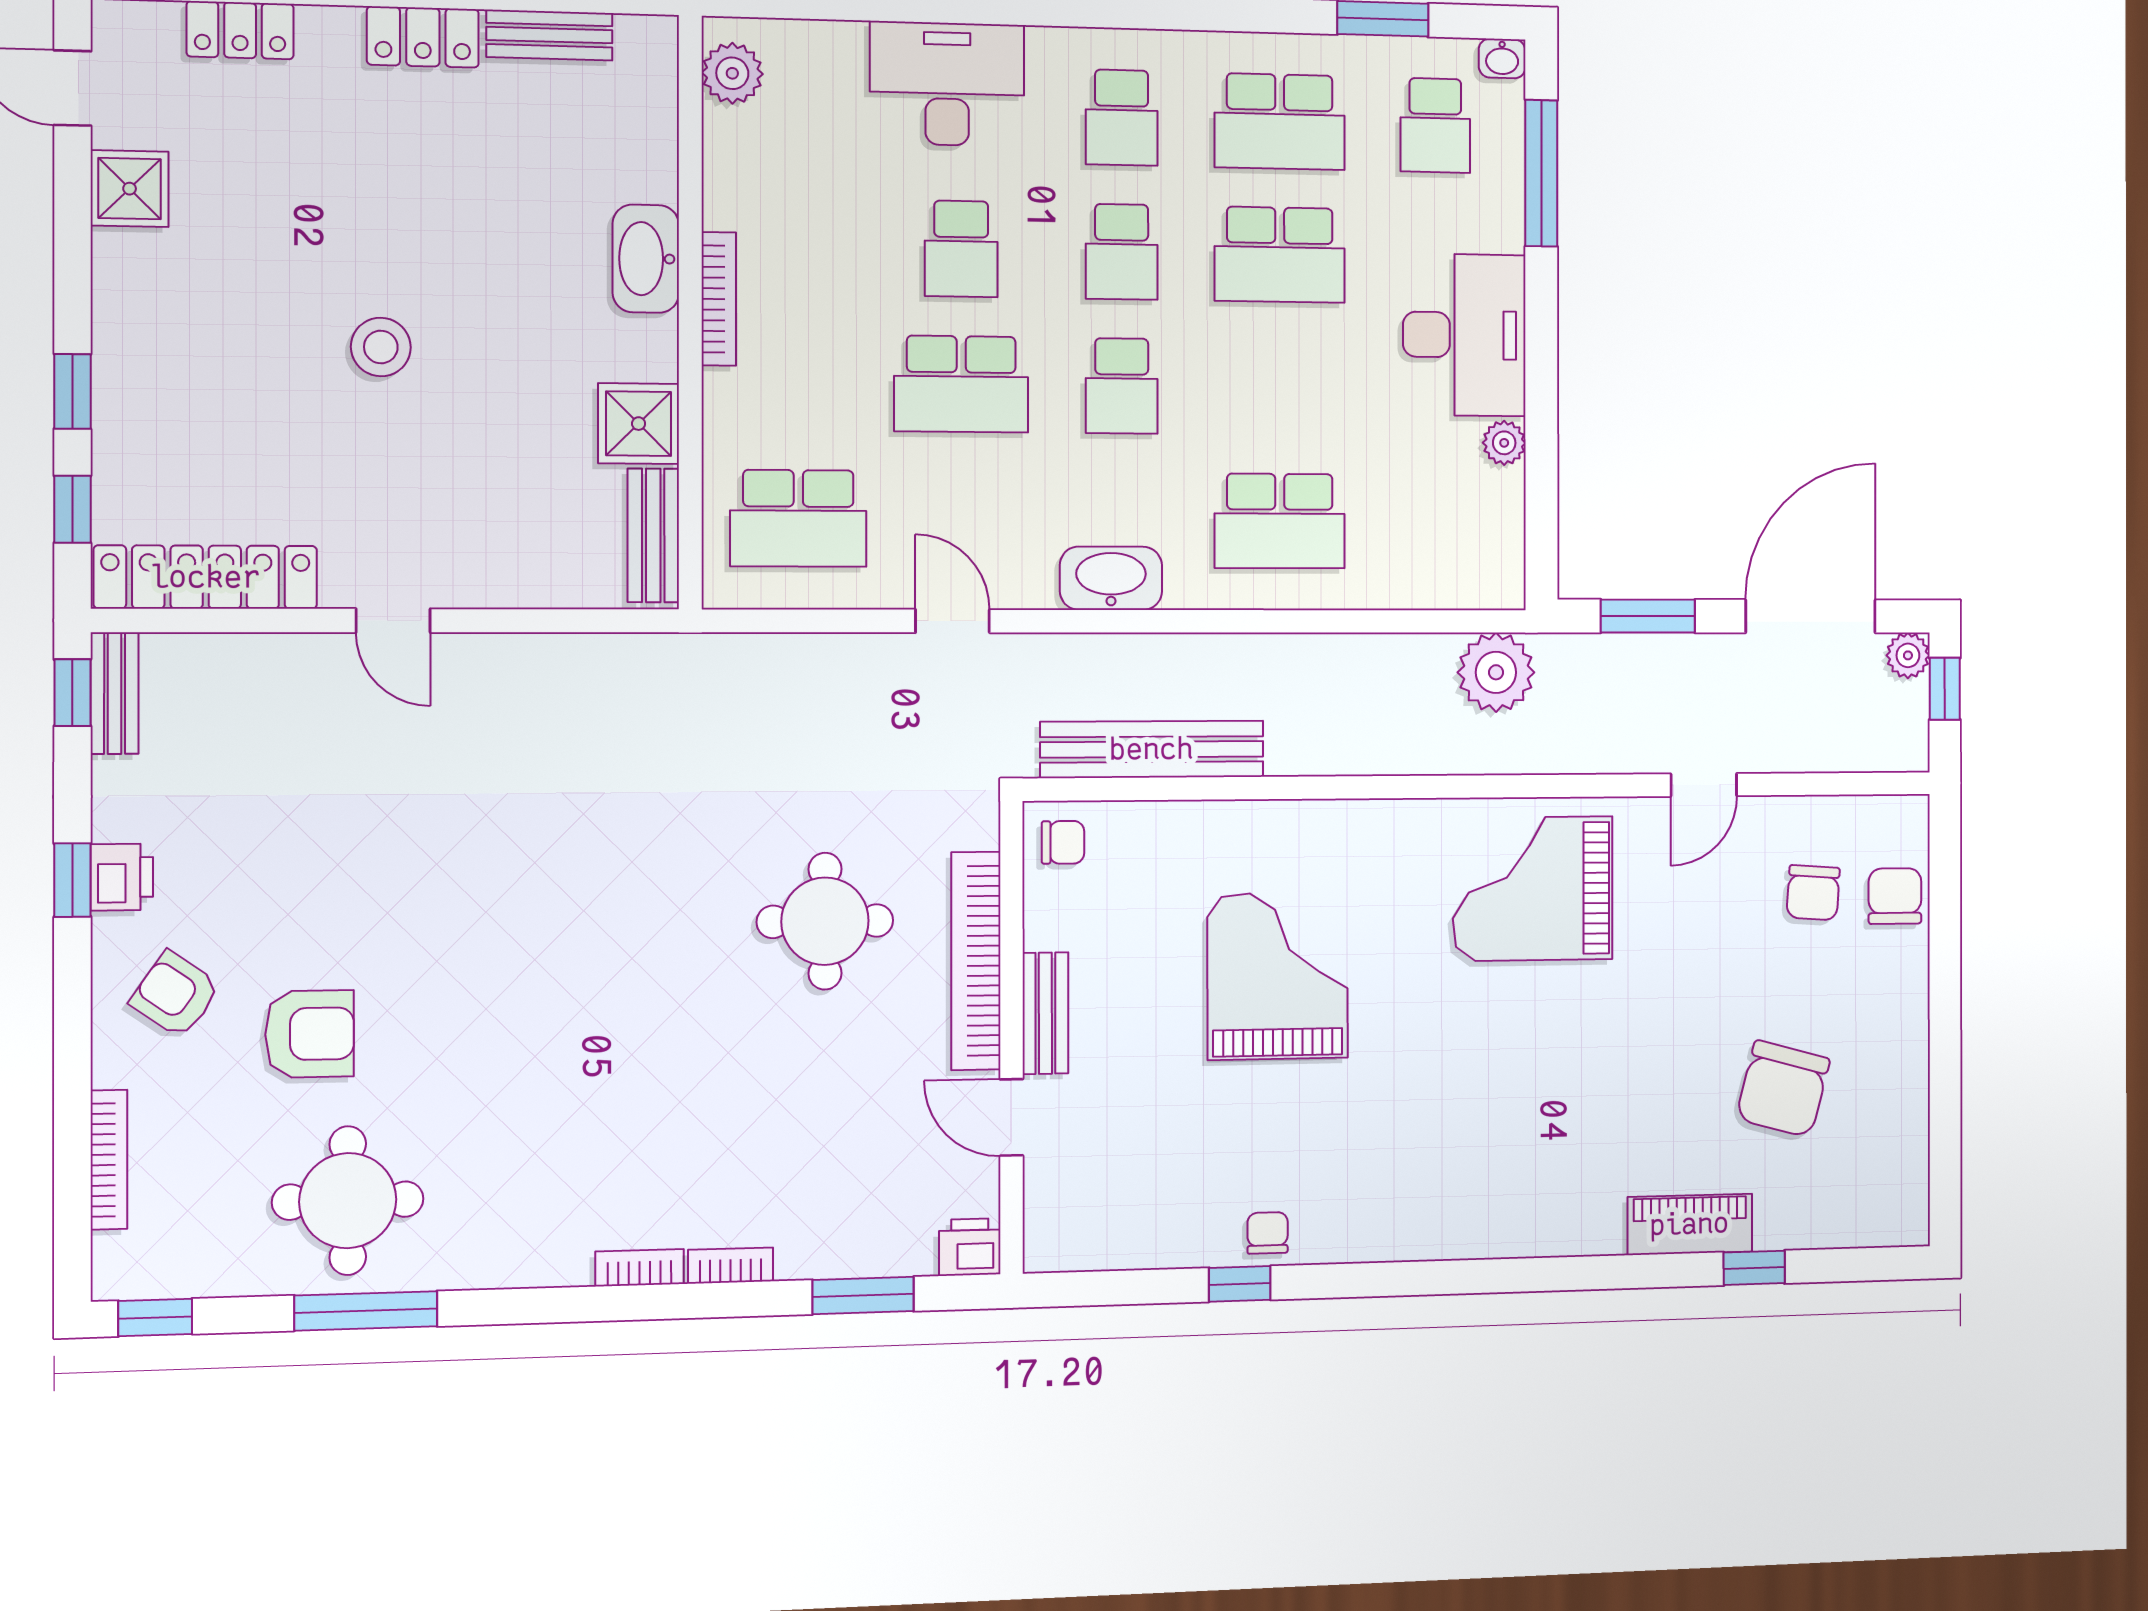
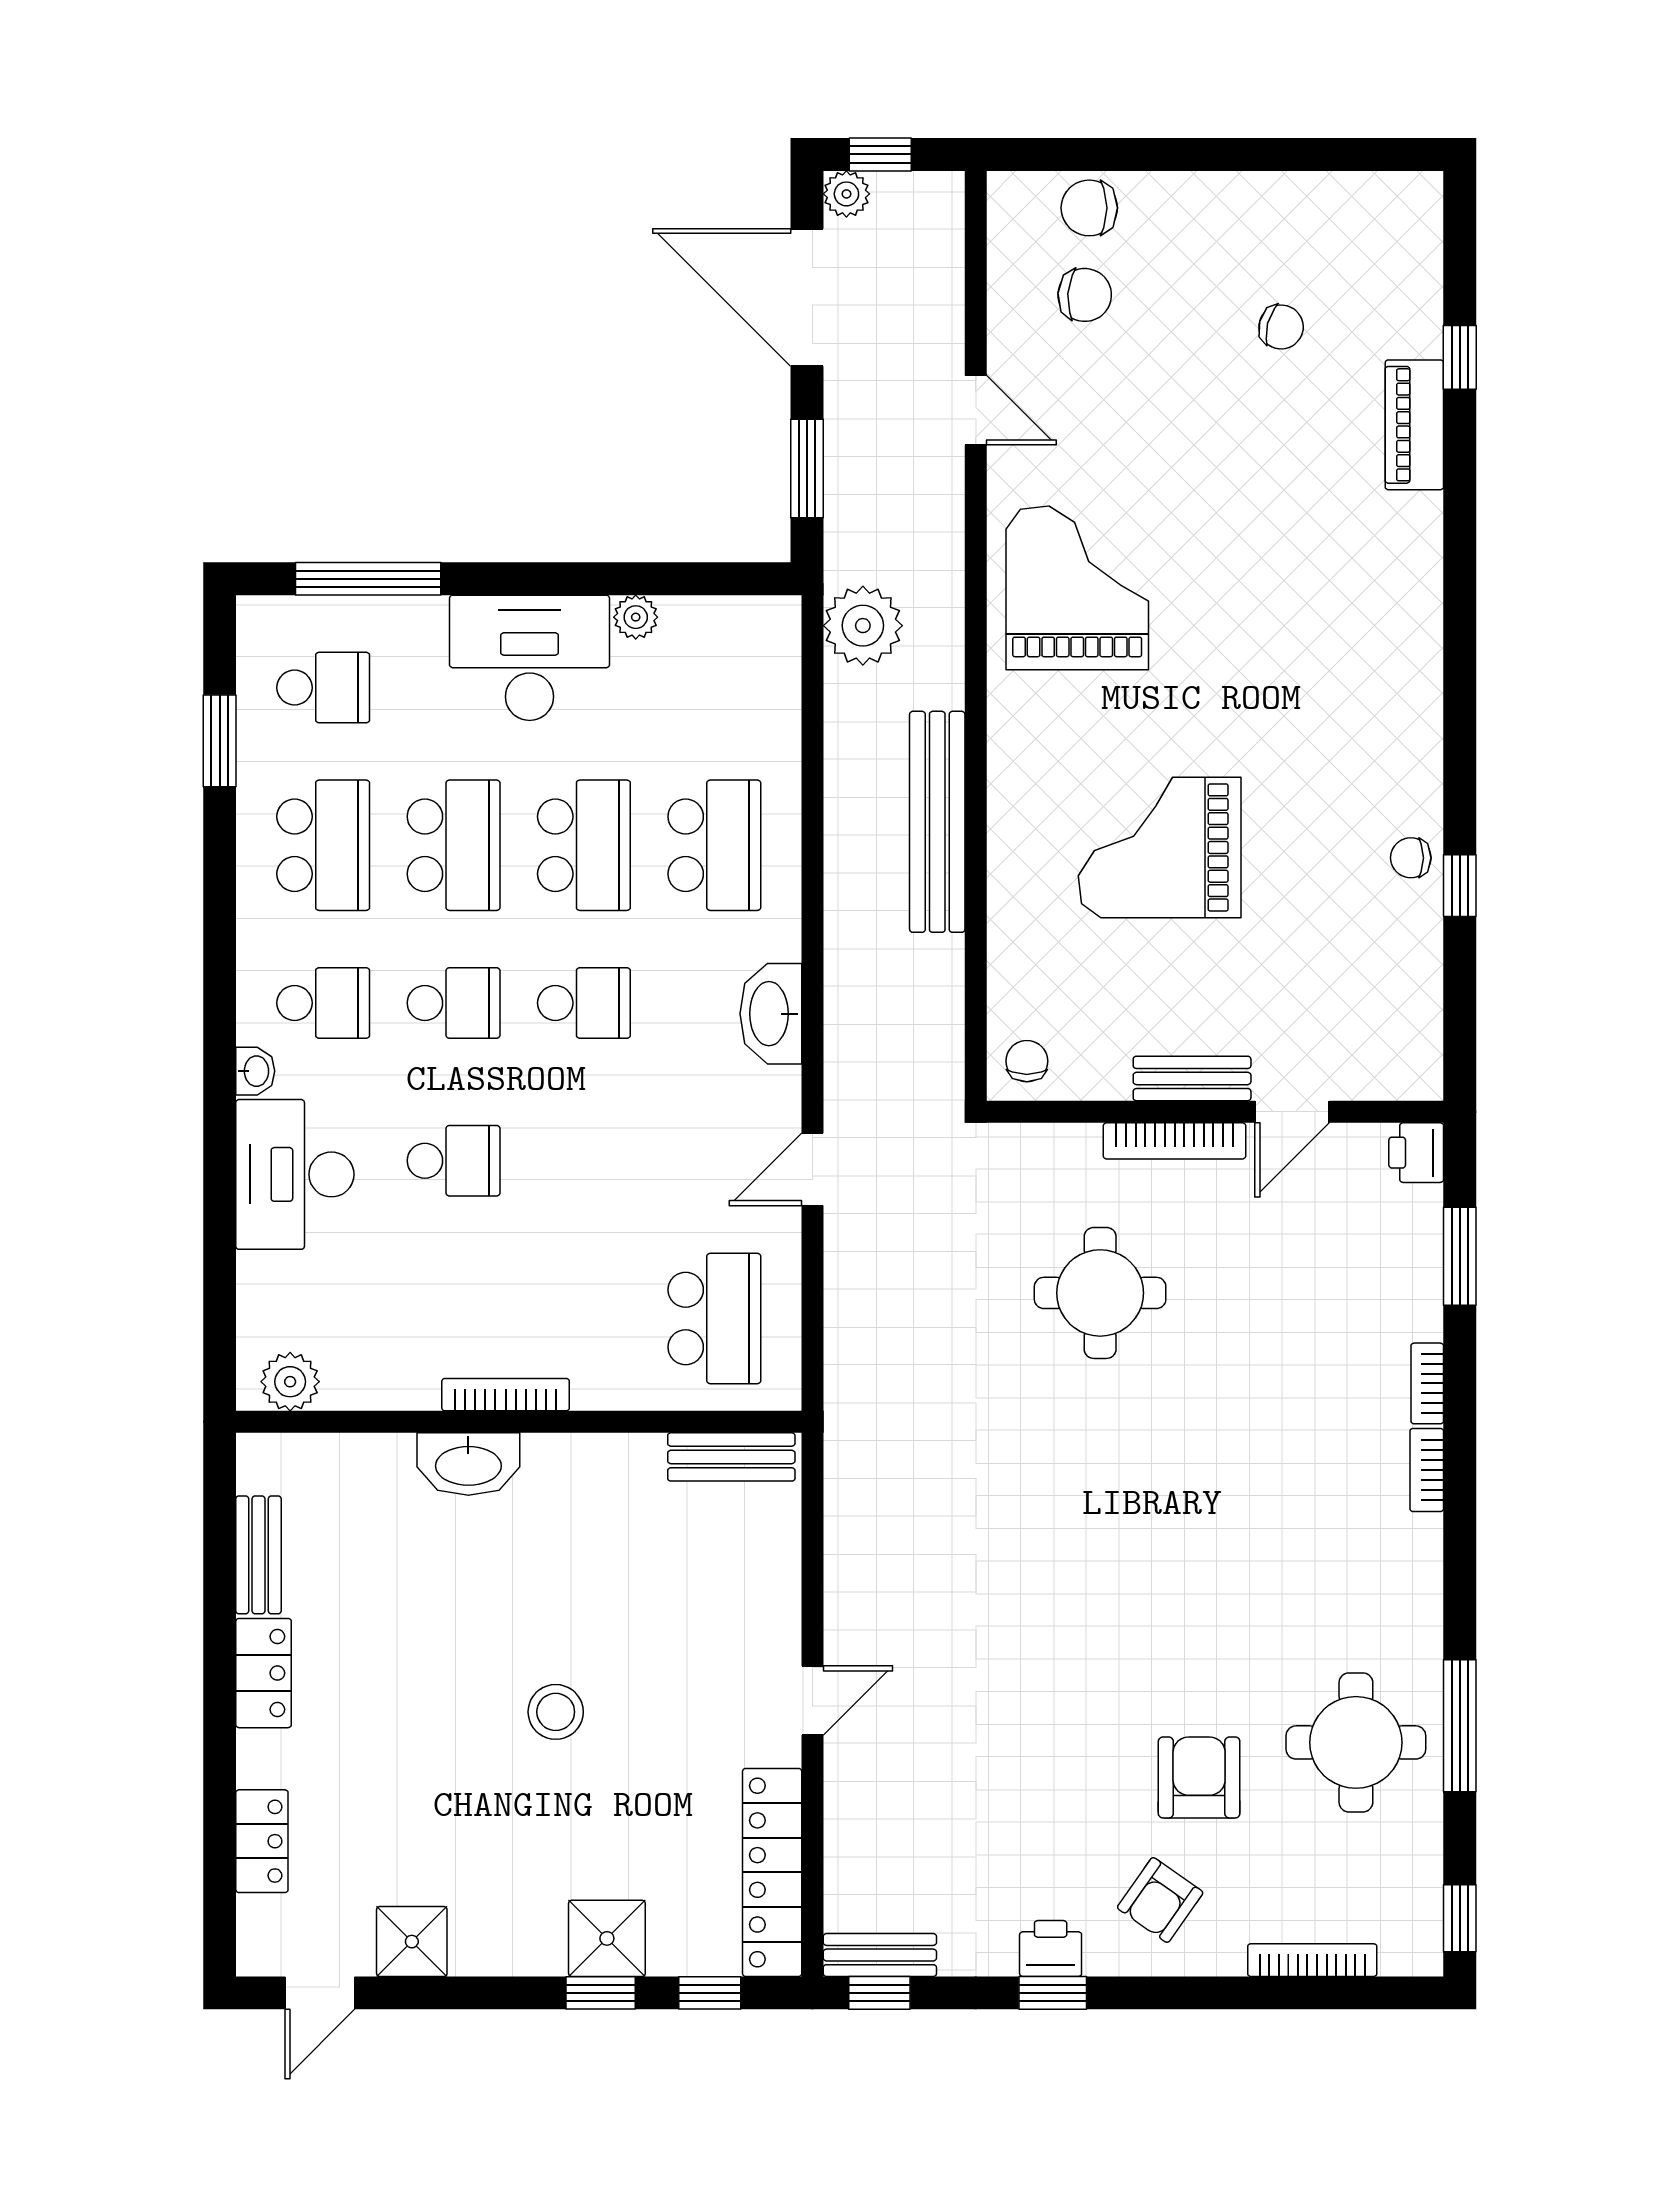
washbasin: (1502, 58) -> (255, 1071), moved
school desk: (961, 384) -> (584, 845), moved
shower: (639, 424) -> (607, 1938), moved
bench: (1152, 749) -> (937, 822), moved
grand piano: (1533, 889) -> (1077, 588), turned 180
bookcase: (976, 961) -> (1175, 1141), width x0.68, depth x0.76
chair: (1783, 1089) -> (1281, 327), width x0.54, depth x0.54

